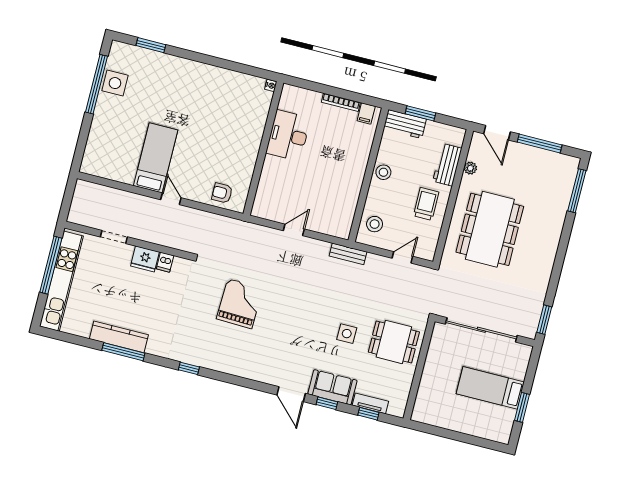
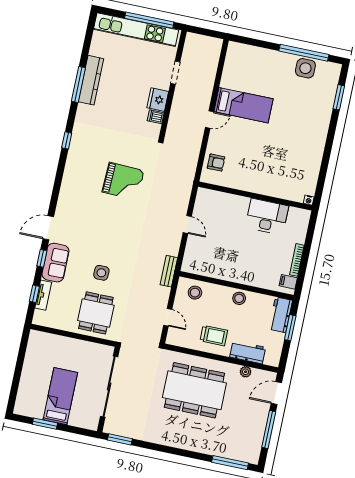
armchair: (222, 193) -> (216, 163), turned 90

